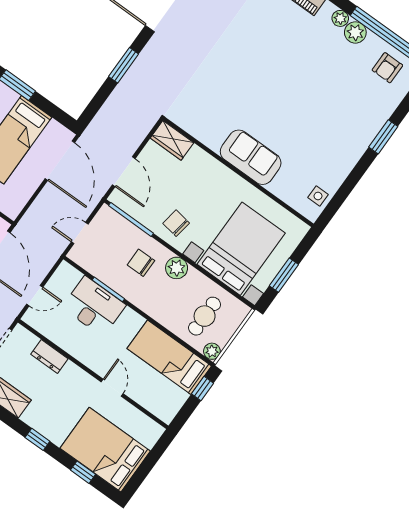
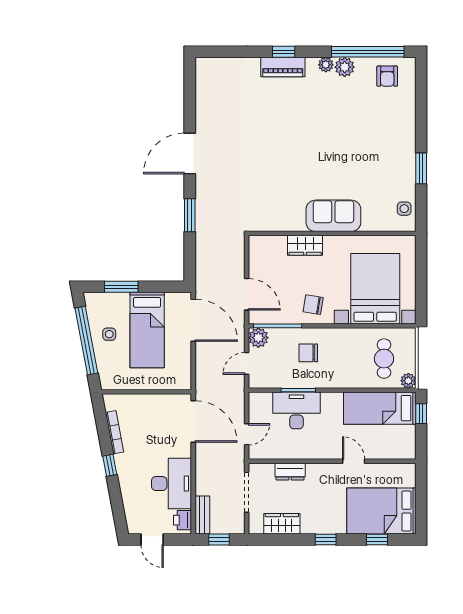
window: (383, 137) -> (421, 168), moved
wardrobe: (172, 140) -> (305, 245), moved
plant: (177, 268) -> (258, 338), moved
window: (284, 275) -> (421, 286), removed

